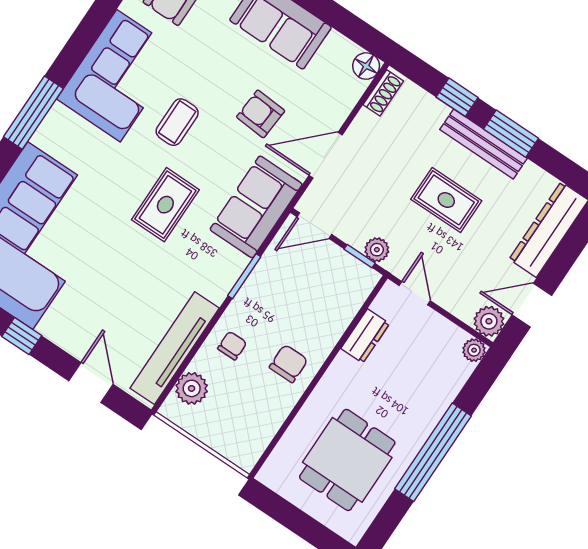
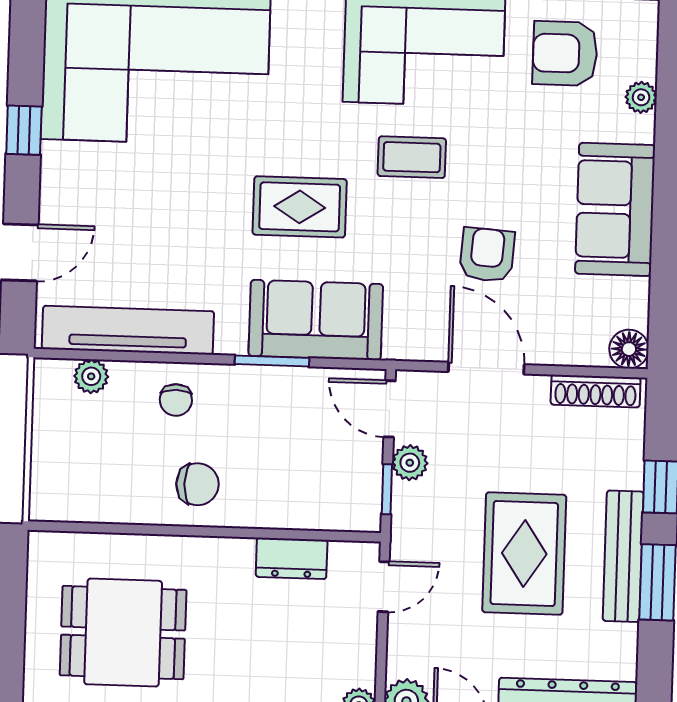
shoe rack: (383, 93) -> (596, 391), width x1.43
rug: (446, 200) -> (524, 554), width x1.36, depth x1.43
sofa: (256, 207) -> (316, 320), moved
plant: (377, 250) -> (410, 463), moved
chair: (232, 346) -> (176, 400), turned 90
plant: (192, 388) -> (91, 376), width x0.73, depth x0.73

